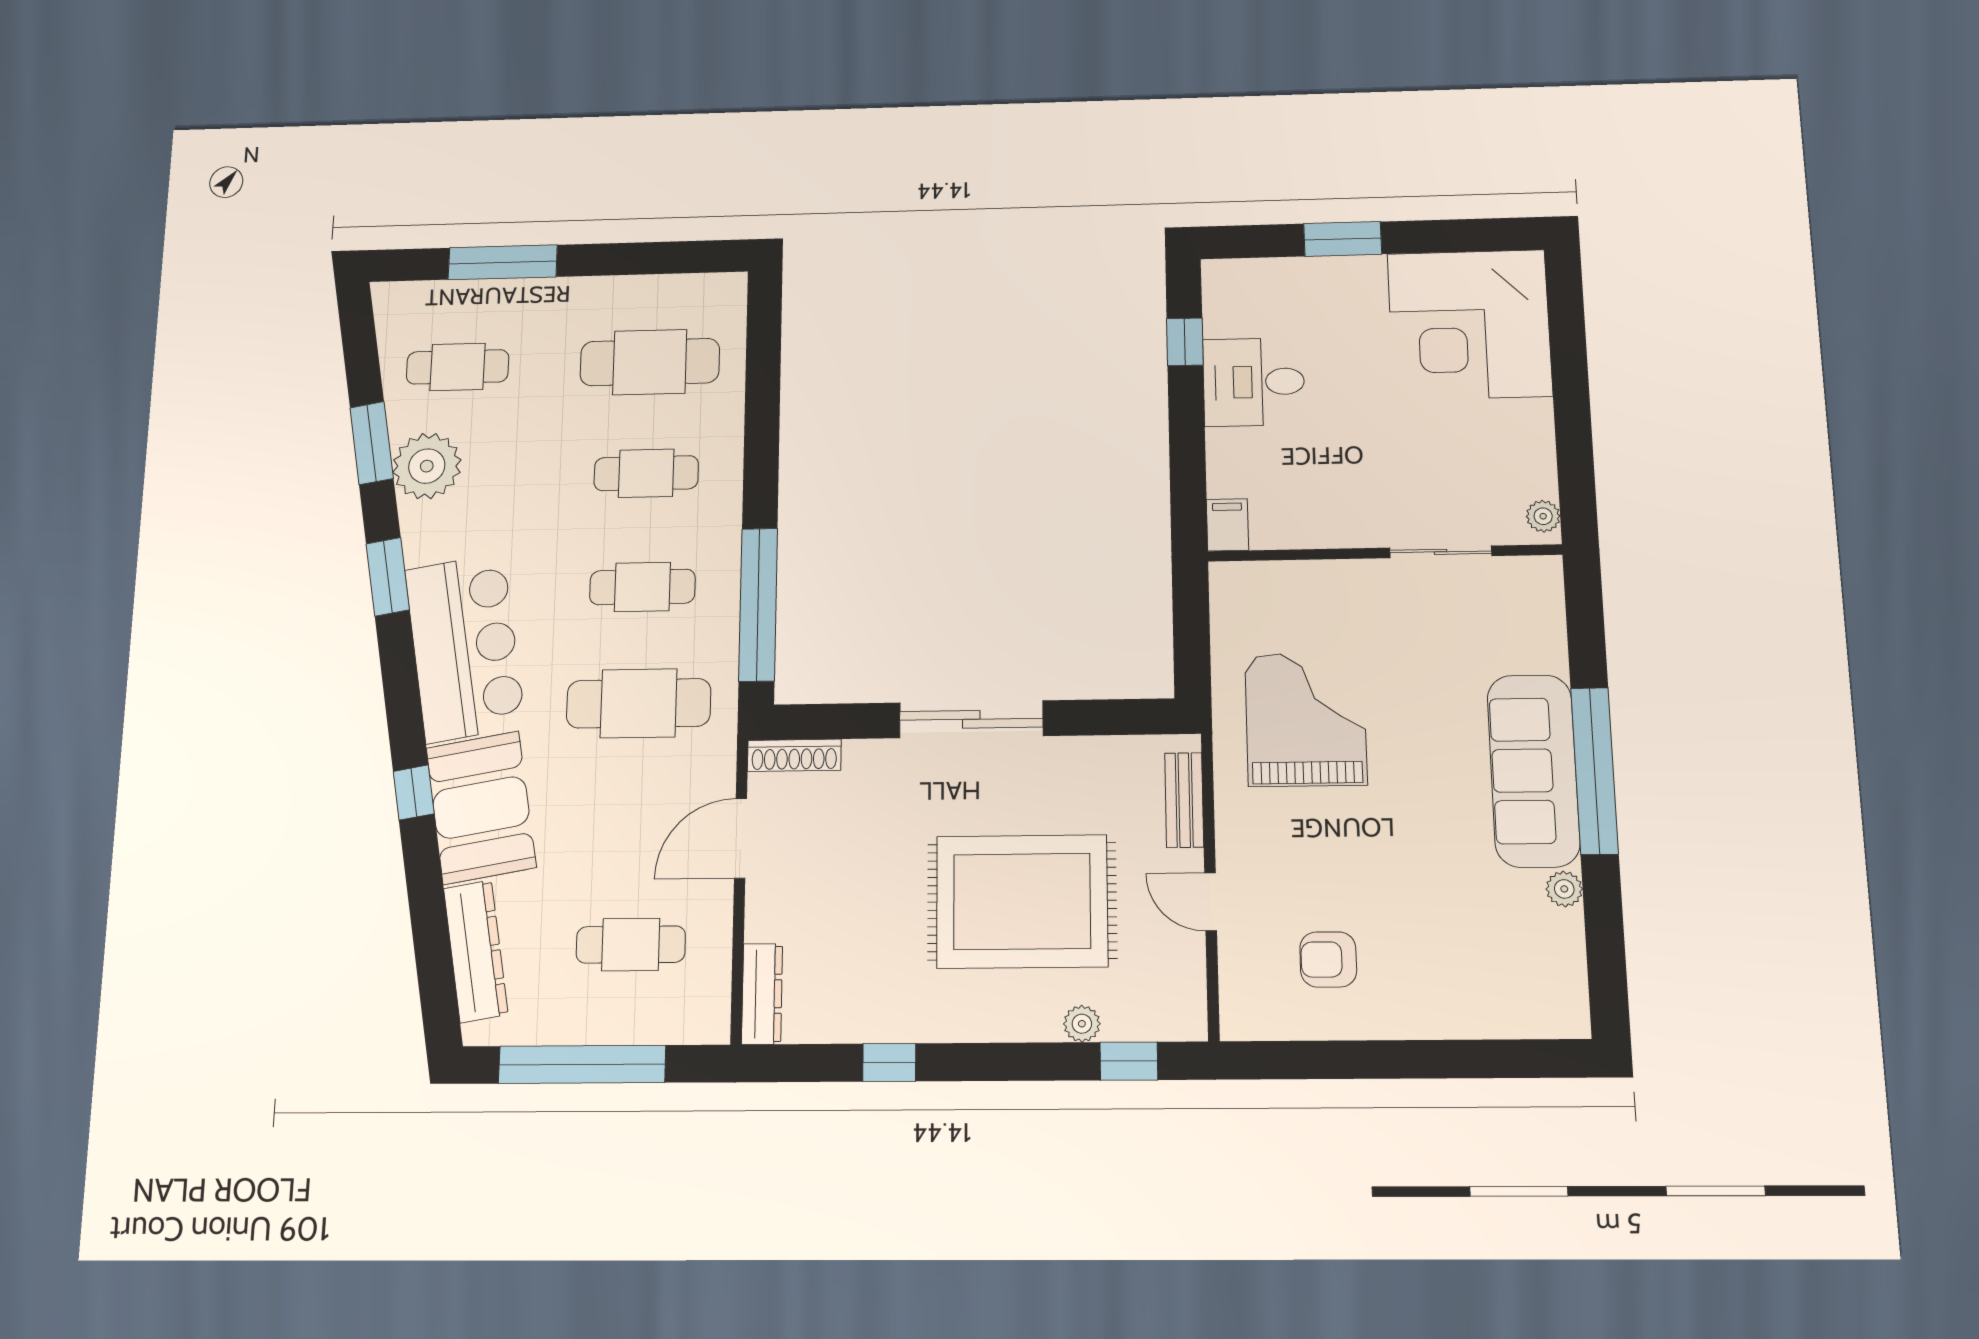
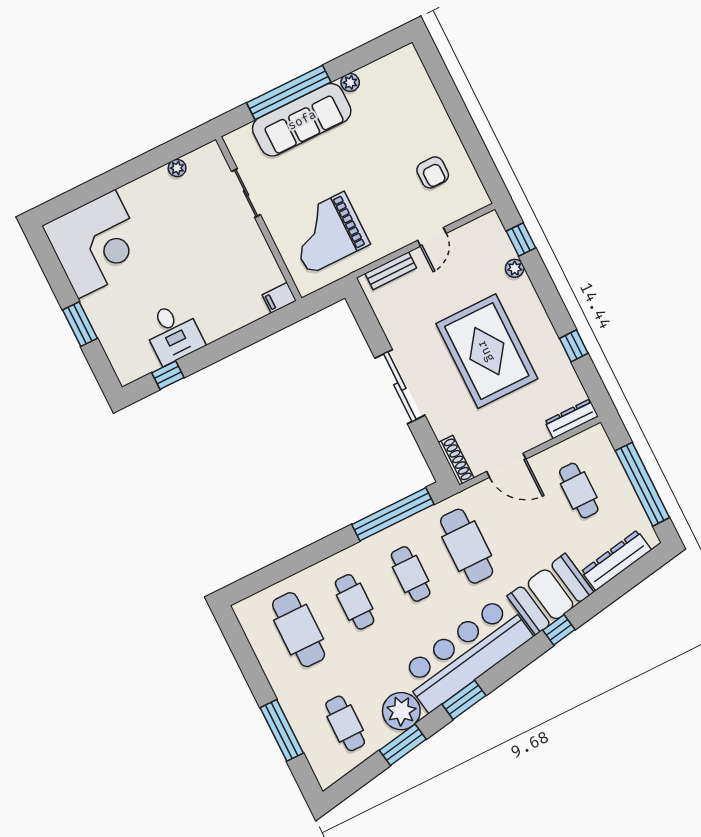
filing cabinet: (1227, 525) -> (279, 298), moved
sliding door: (1441, 552) -> (246, 193), moved
wall: (1384, 553) -> (259, 219), moved
bar counter: (465, 647) -> (466, 654), width x1.36
rug: (1022, 901) -> (487, 351), moved

